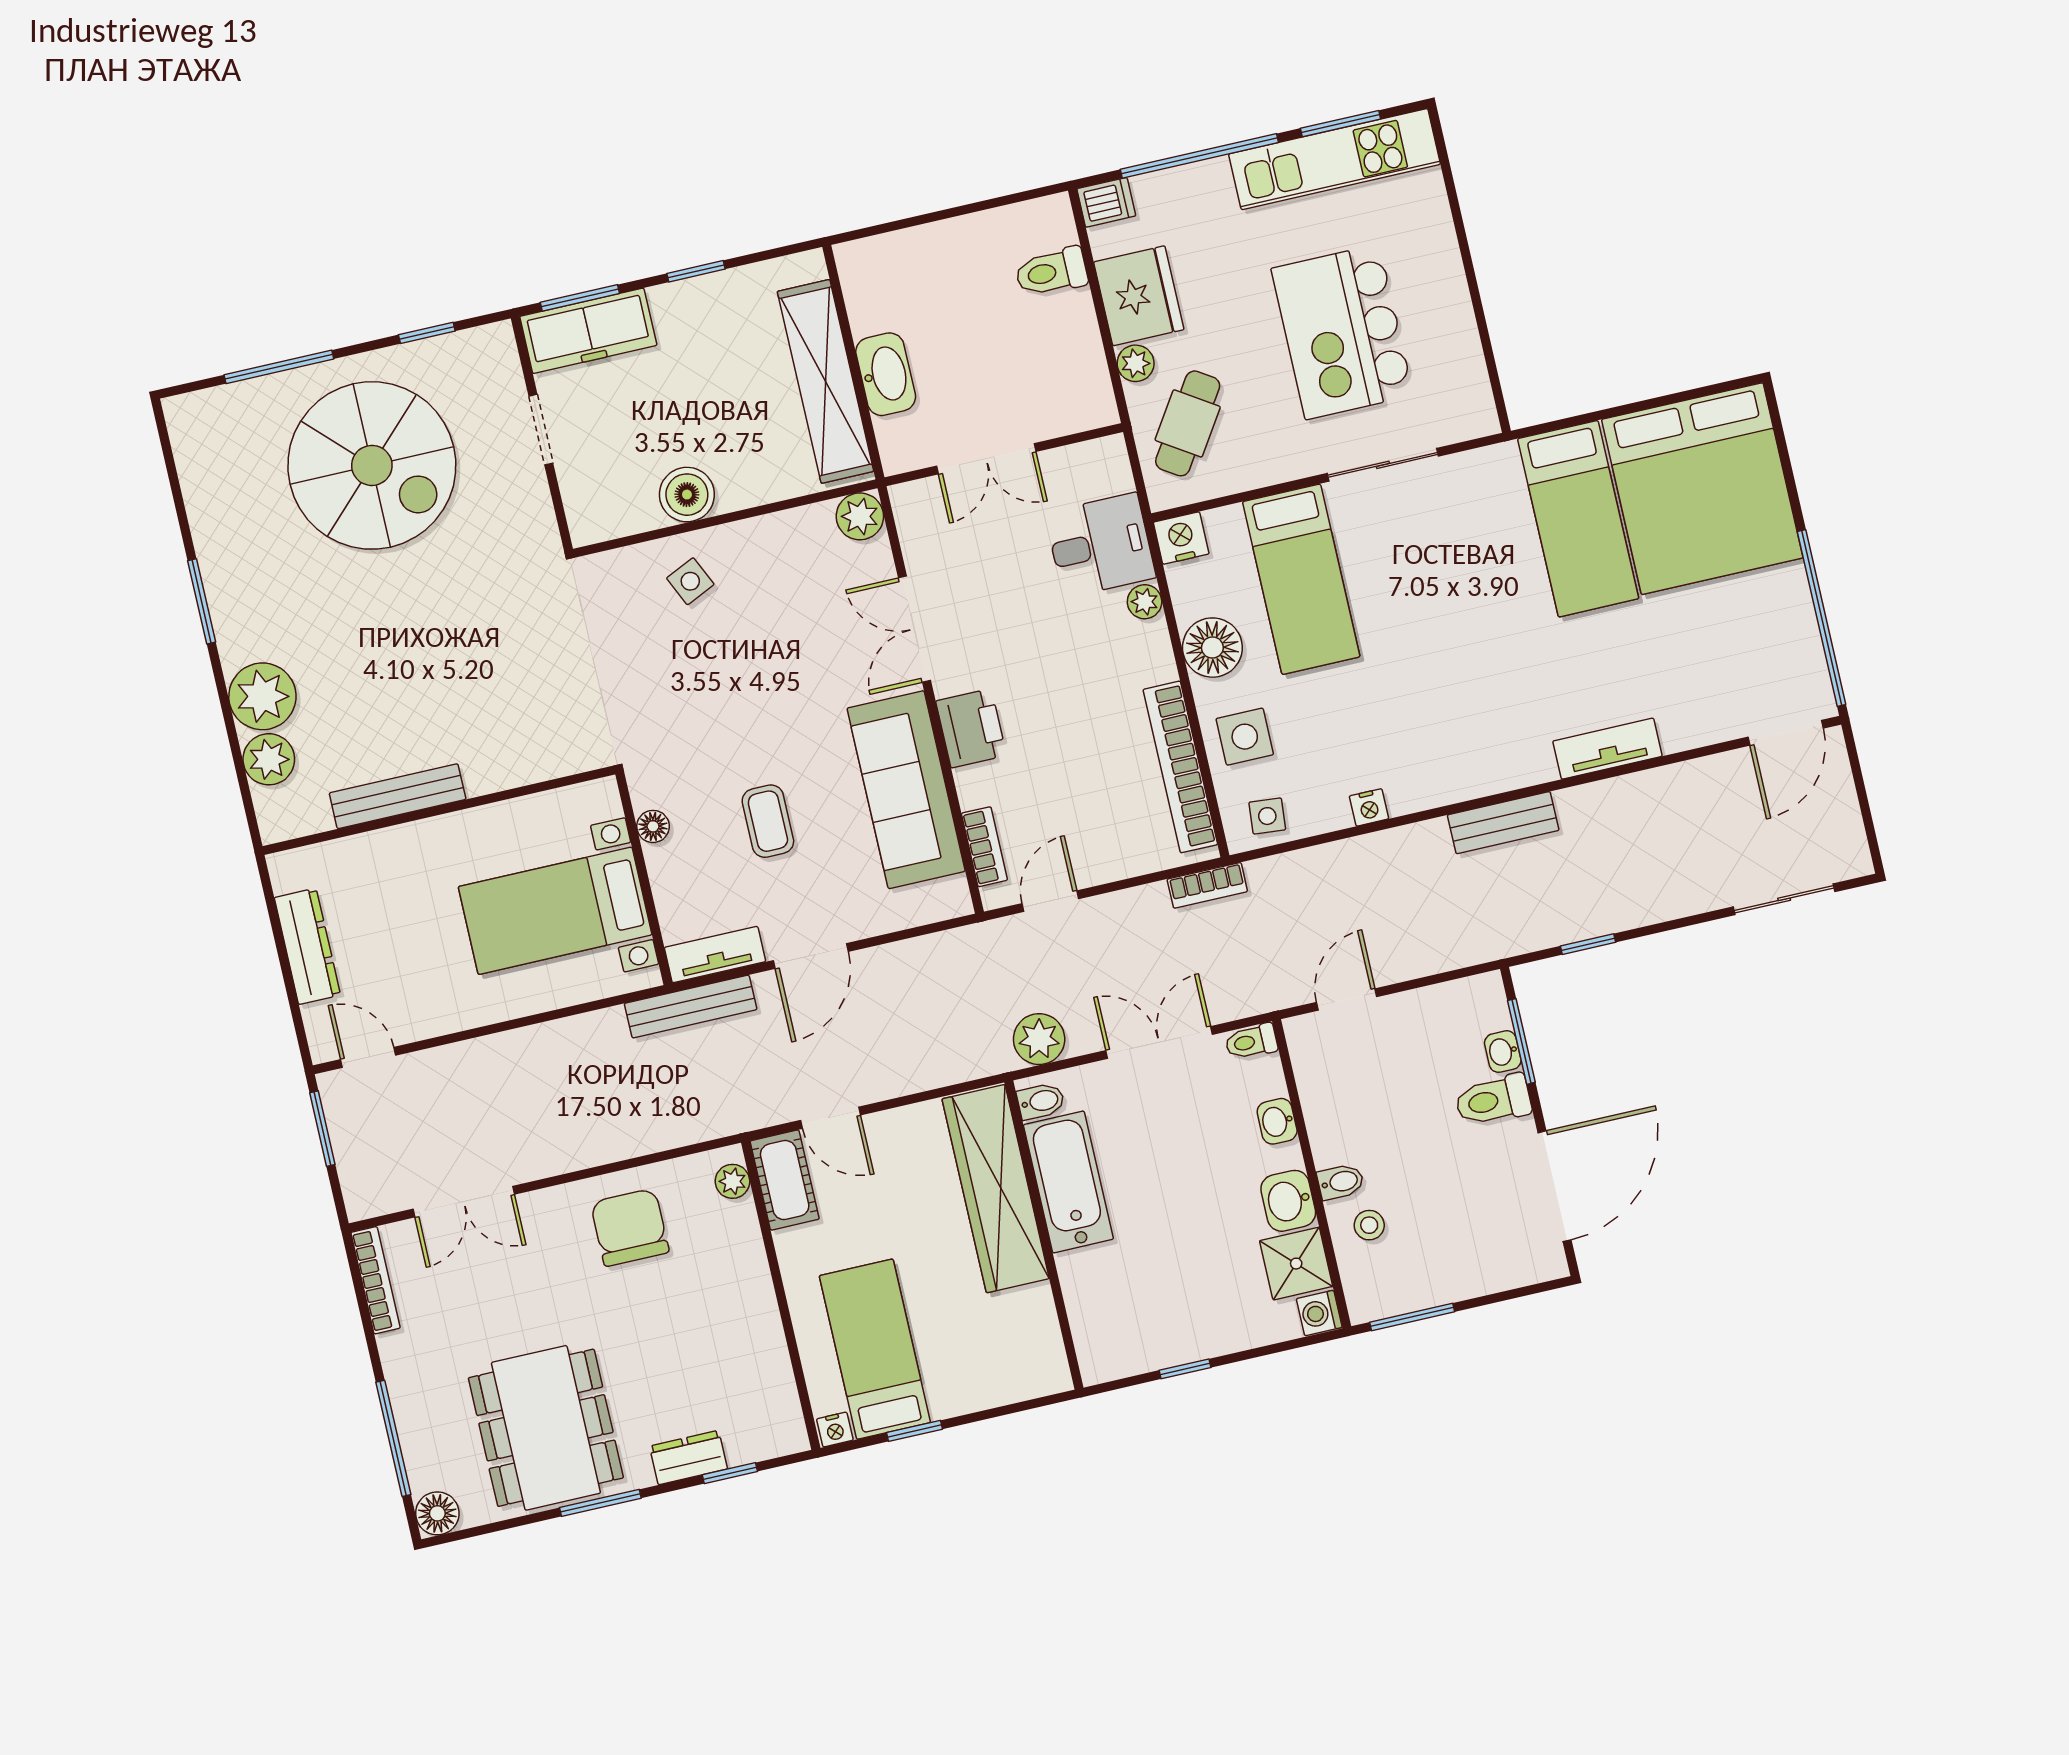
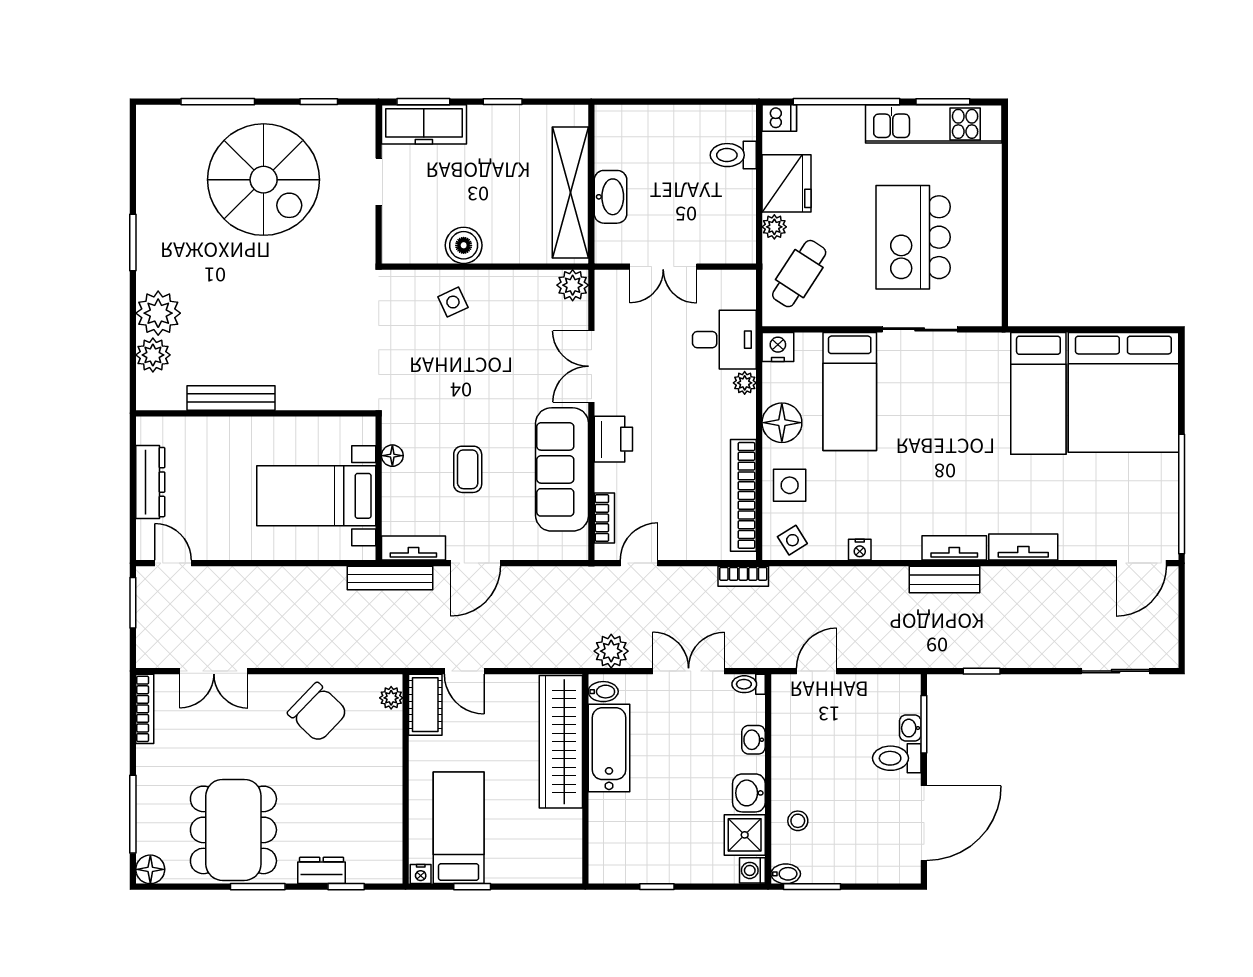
tv unit: (1507, 773) -> (954, 548), added
side table: (1267, 816) -> (792, 540), turned -37
bidet: (1341, 1182) -> (786, 874), moved
chair: (630, 1227) -> (318, 712), turned 134

